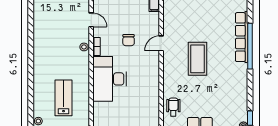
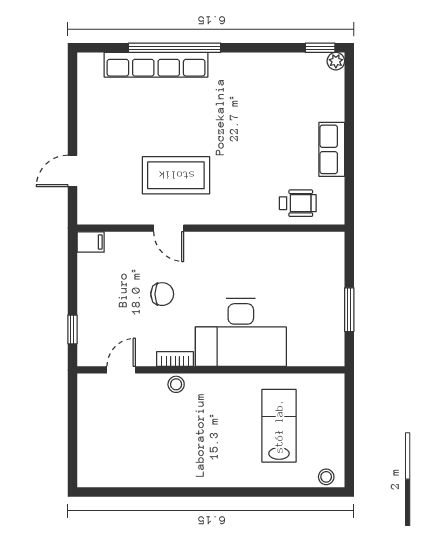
coffee table: (198, 59) -> (176, 175), moved
lab bench: (64, 98) -> (279, 426), turned 90
wheelchair: (173, 107) -> (298, 203), turned 180

